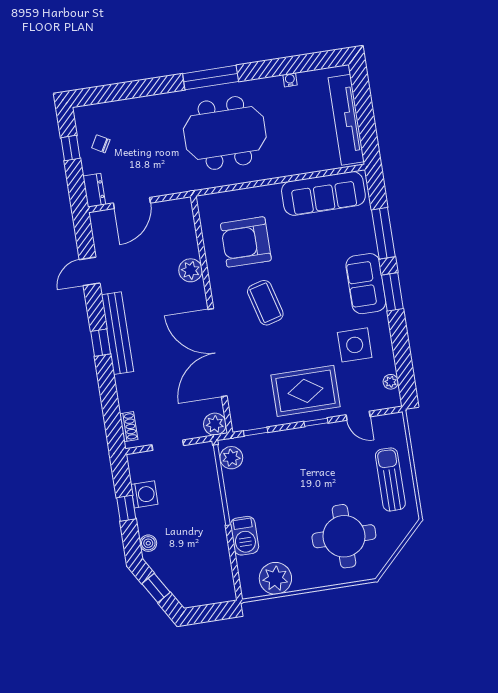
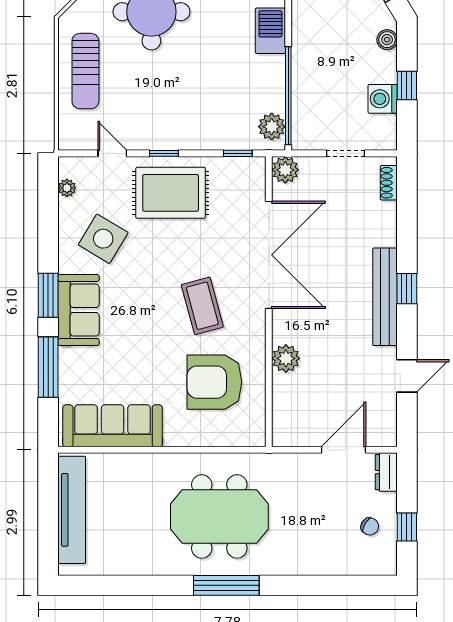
water cooler: (290, 80) -> (132, 568), removed
armchair: (246, 242) -> (214, 382), turned 180
side table: (355, 345) -> (103, 239), turned 31

